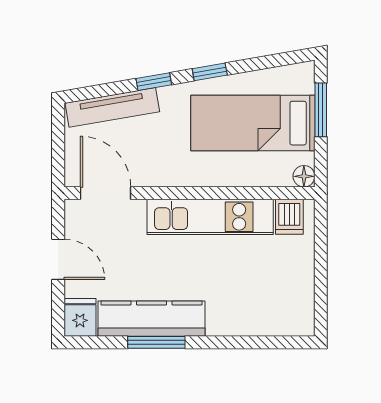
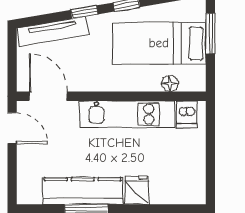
floor lamp: (304, 176) -> (170, 84), moved
door: (58, 259) -> (12, 128), moved
fridge: (80, 317) -> (137, 190), moved

